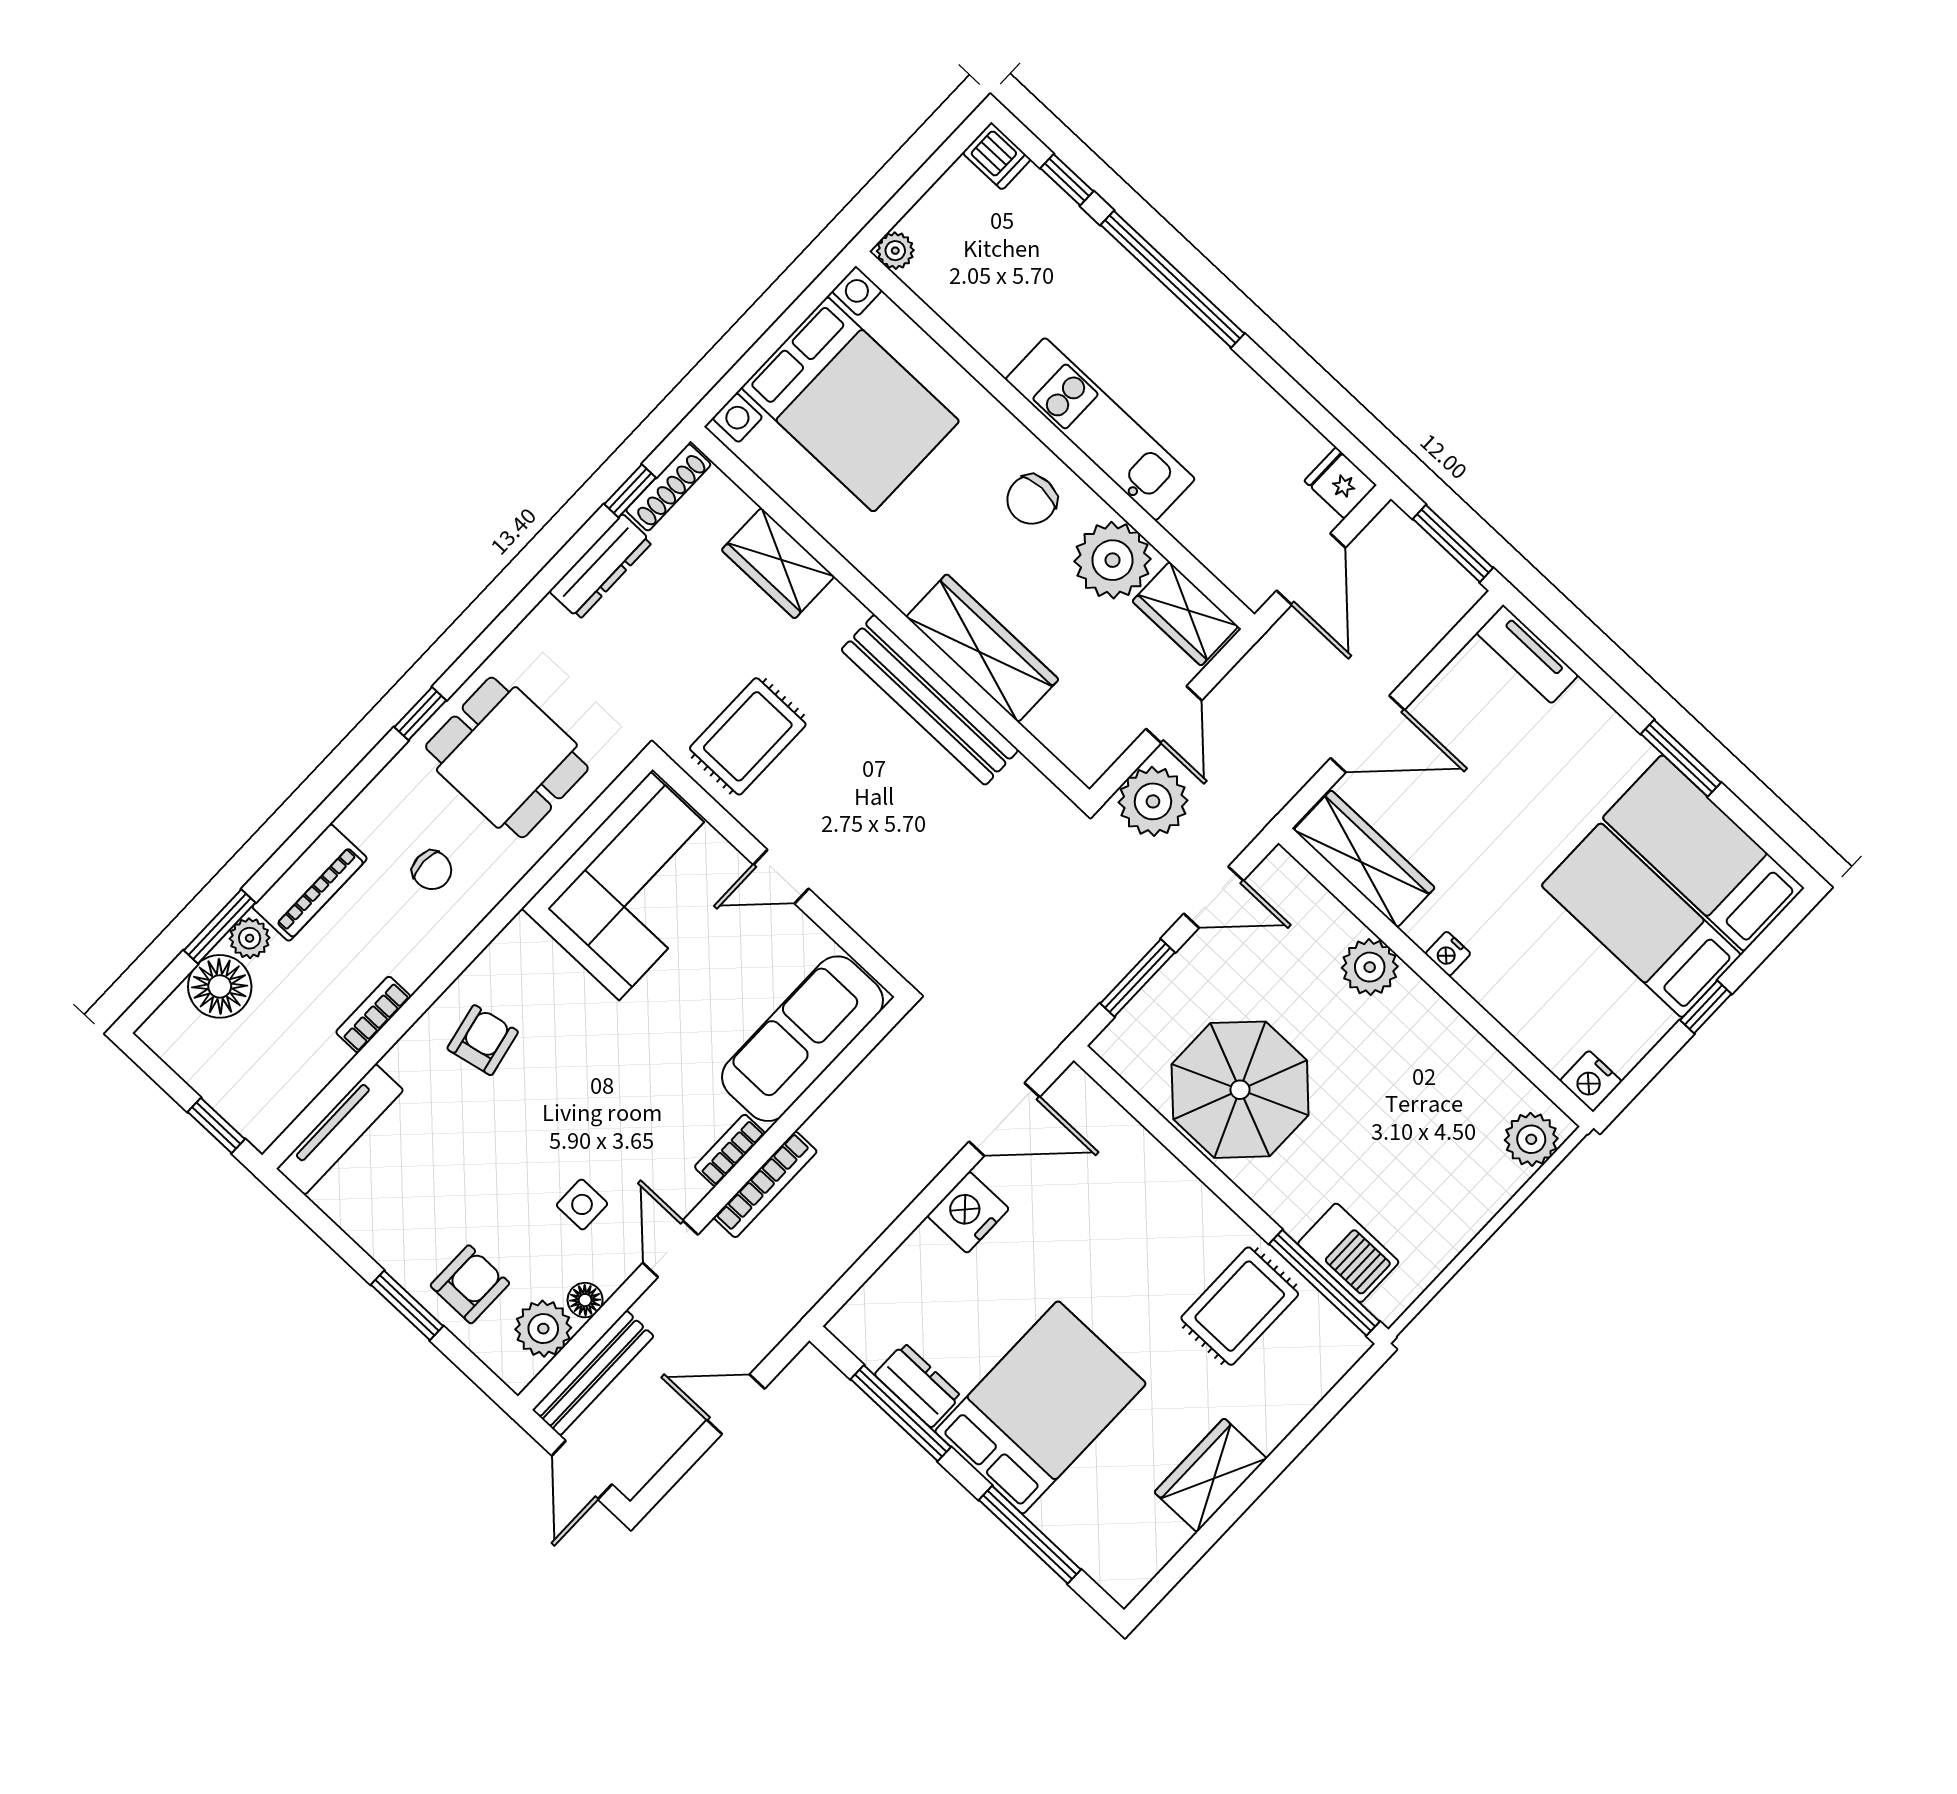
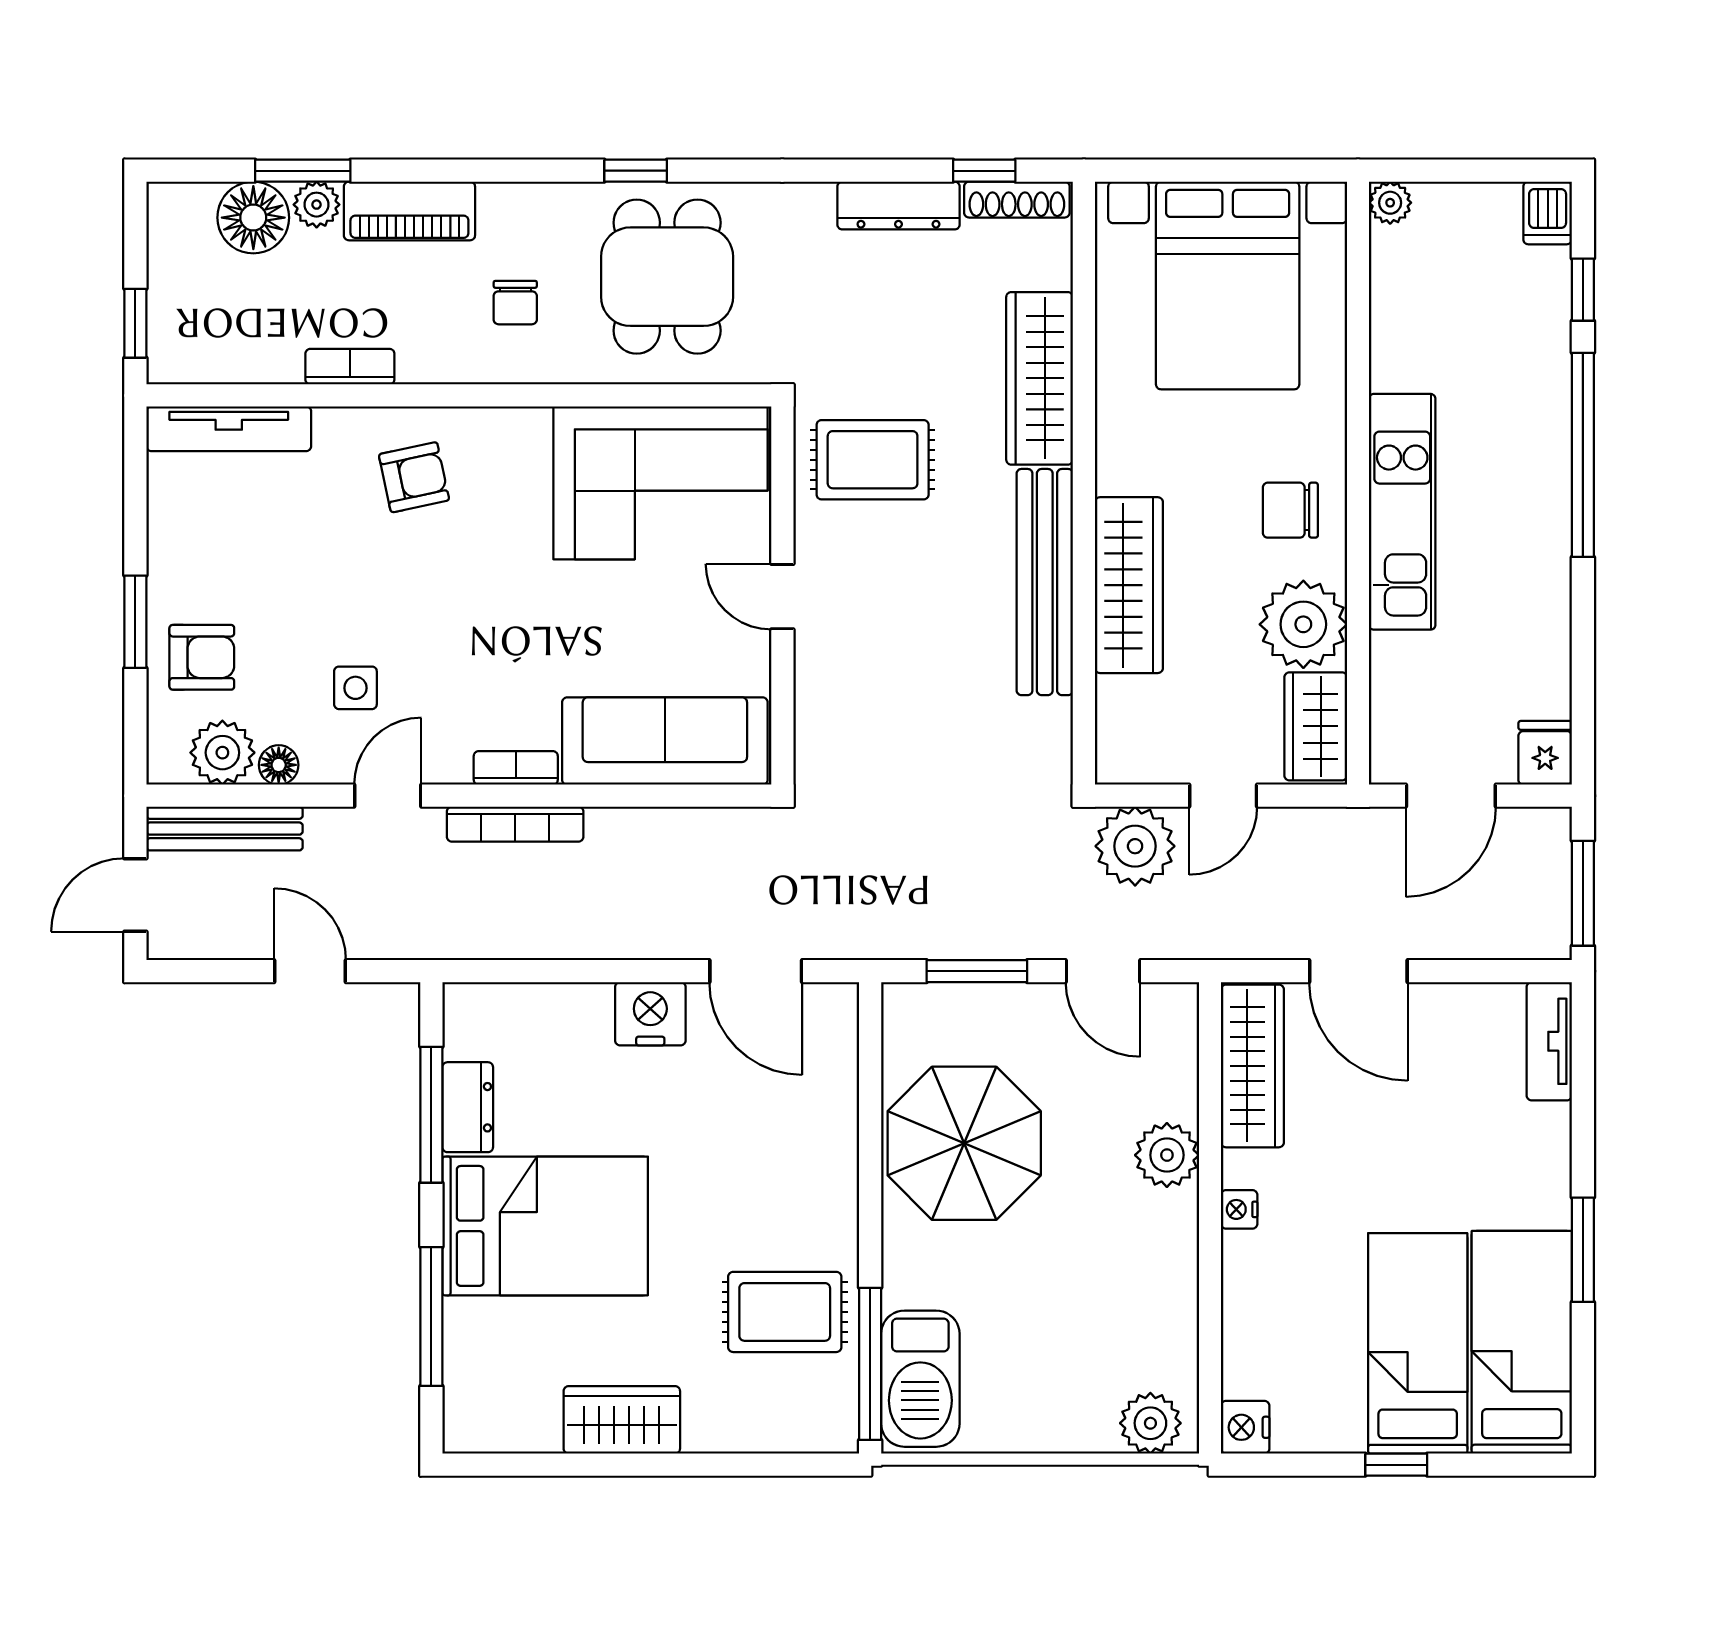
wardrobe: (778, 563) -> (1040, 378), width x1.50
barbecue: (1348, 1253) -> (920, 1379), width x1.37, depth x1.21

